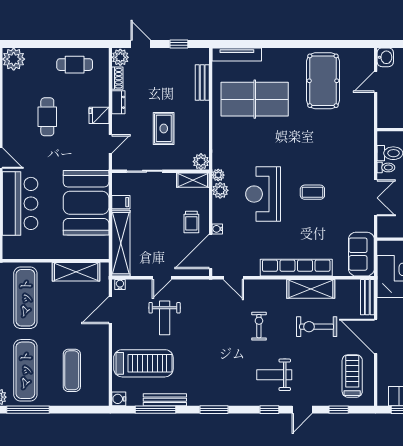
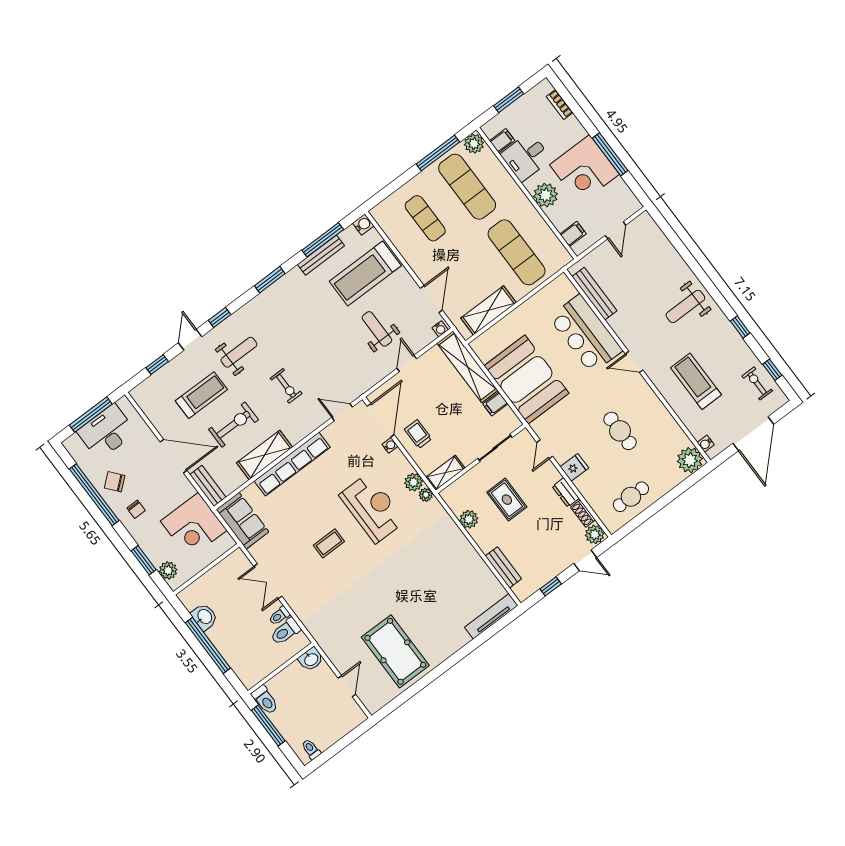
washbasin: (385, 57) -> (311, 659), moved, turned -90
table tennis table: (255, 99) -> (445, 588), removed
plant: (201, 162) -> (469, 519), moved
treadmill: (352, 376) -> (201, 395), moved, turned -90

